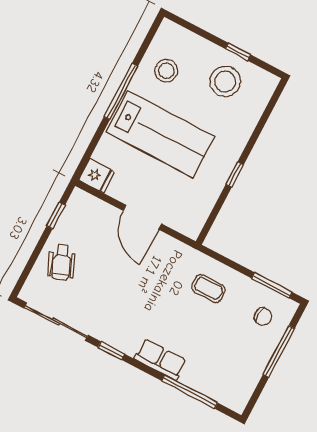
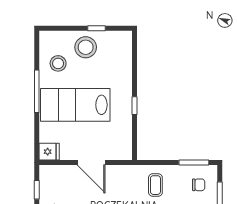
stool: (225, 81) -> (86, 47), moved
lab bench: (160, 134) -> (75, 105), turned 180
coffee table: (208, 288) -> (155, 185), turned 90

